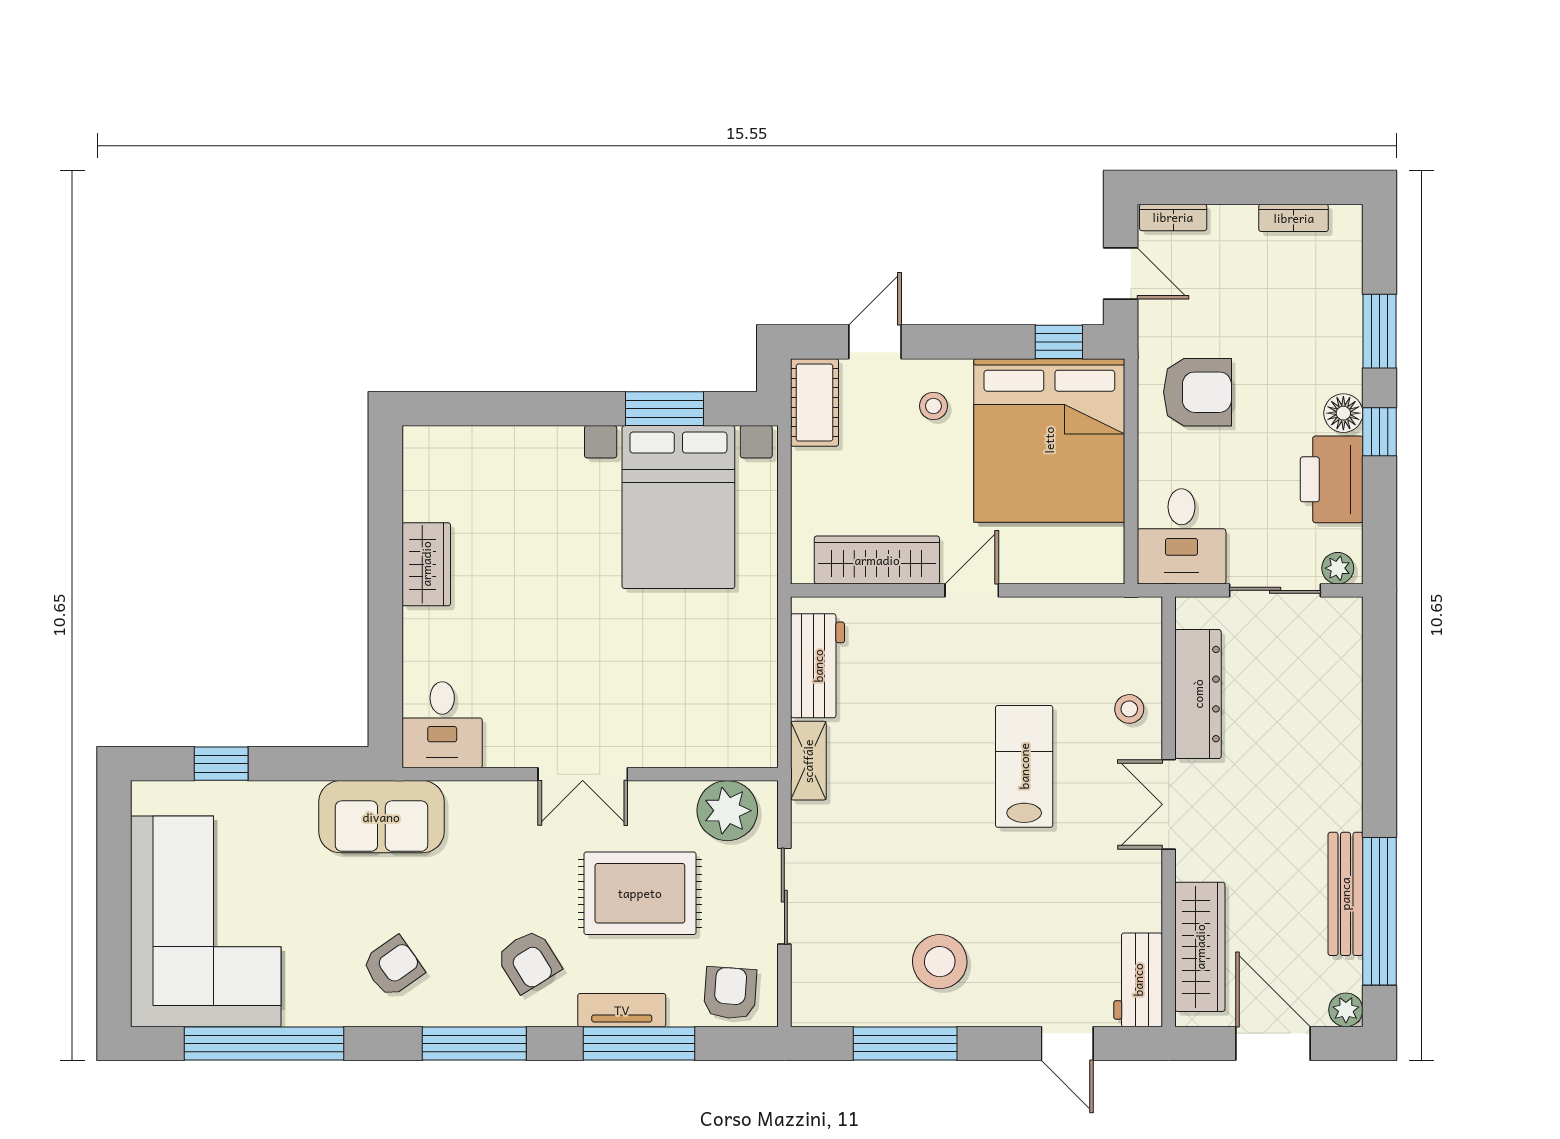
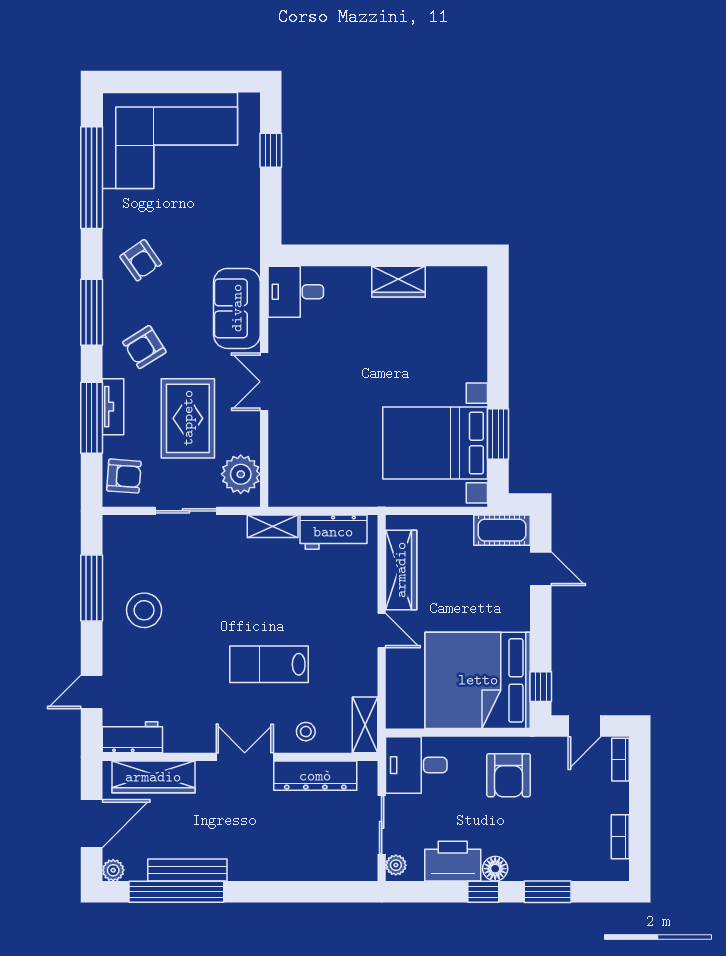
stool: (933, 406) -> (500, 606), removed
shelving: (1119, 616) -> (365, 725), added
lab bench: (1024, 766) -> (269, 664), turned 180
sofa: (381, 817) -> (237, 308), moved

